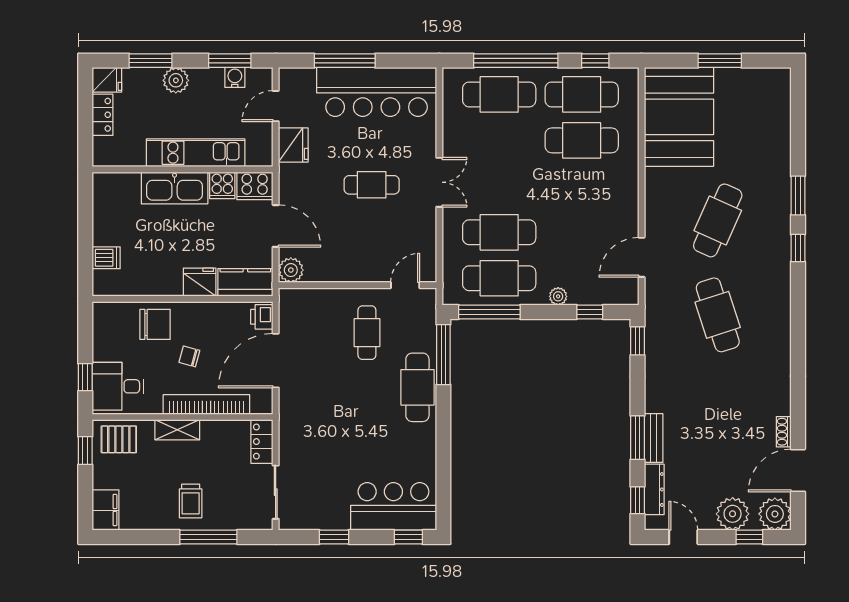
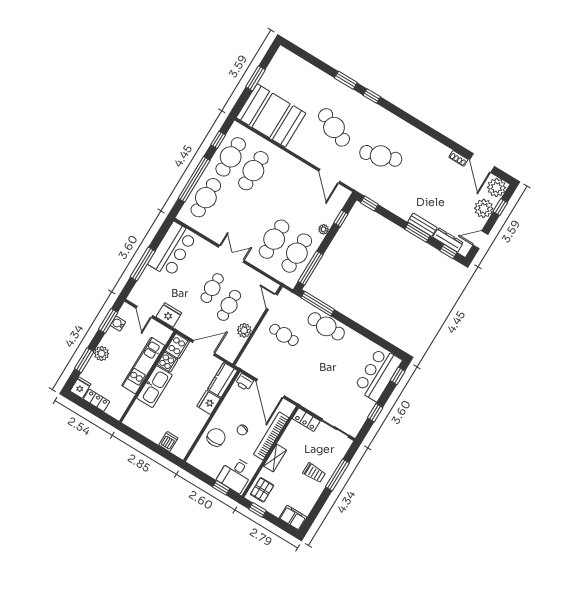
bar counter: (377, 92) -> (172, 250), width x0.73
cafe table: (361, 225) -> (229, 305), added
plant: (291, 270) -> (244, 330), moved

